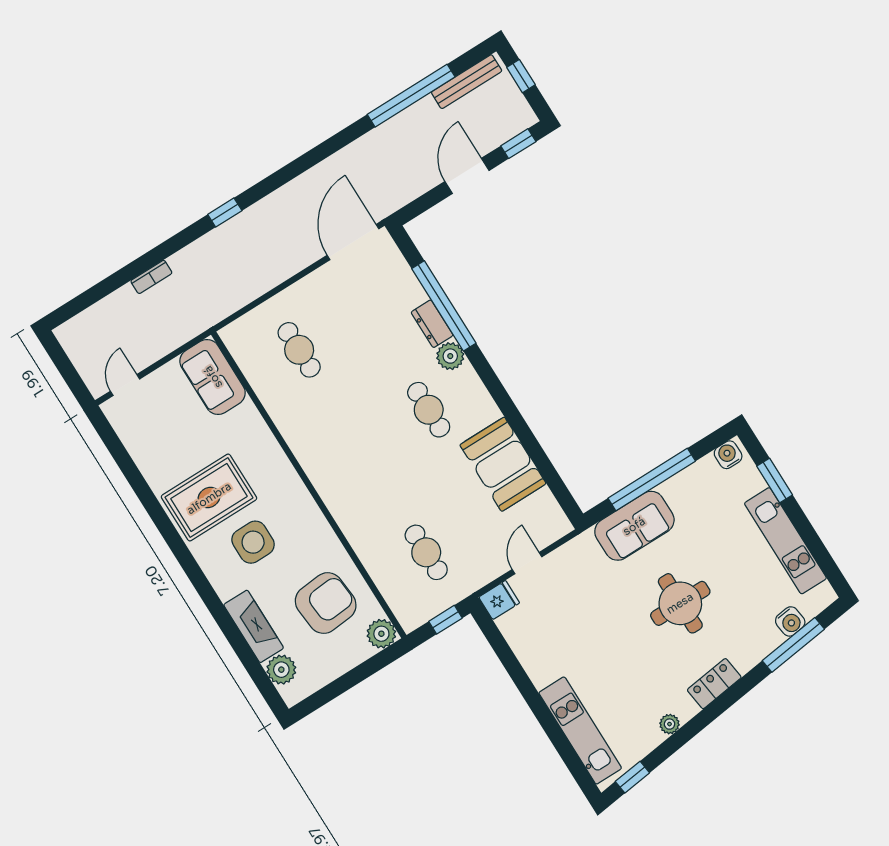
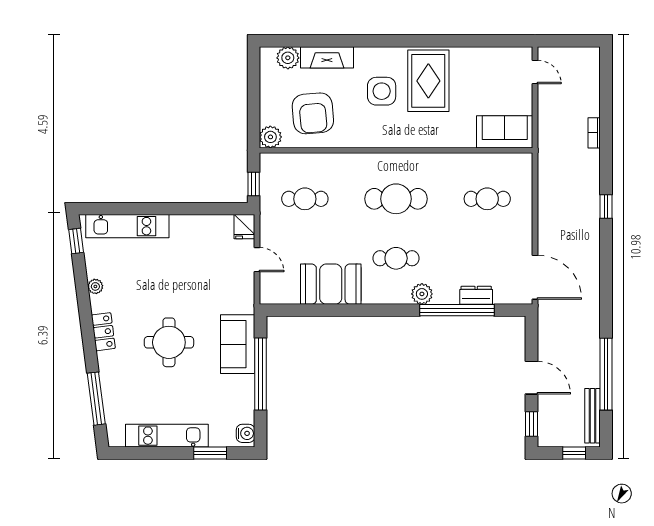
dresser: (432, 324) -> (476, 295), moved
cafe table: (363, 451) -> (396, 199), added
water cooler: (790, 621) -> (113, 406), removed

